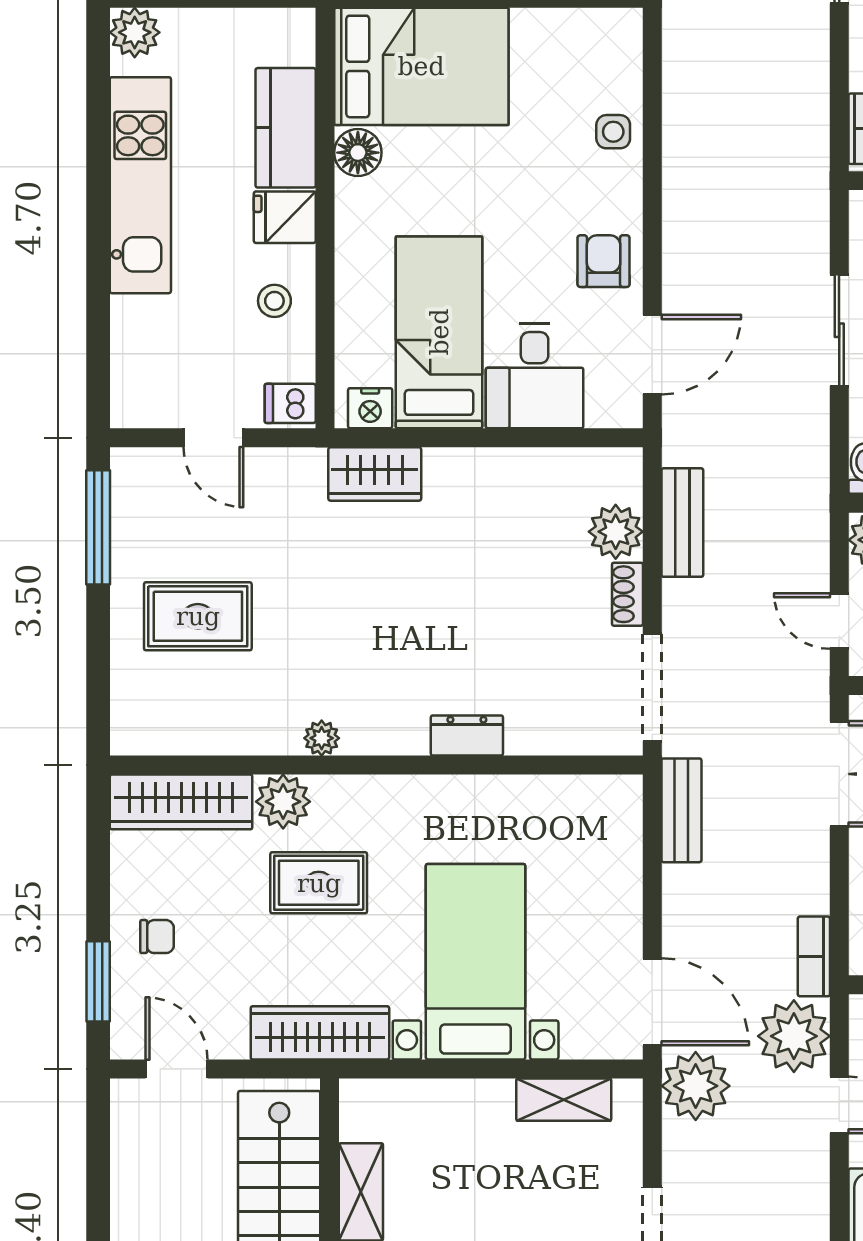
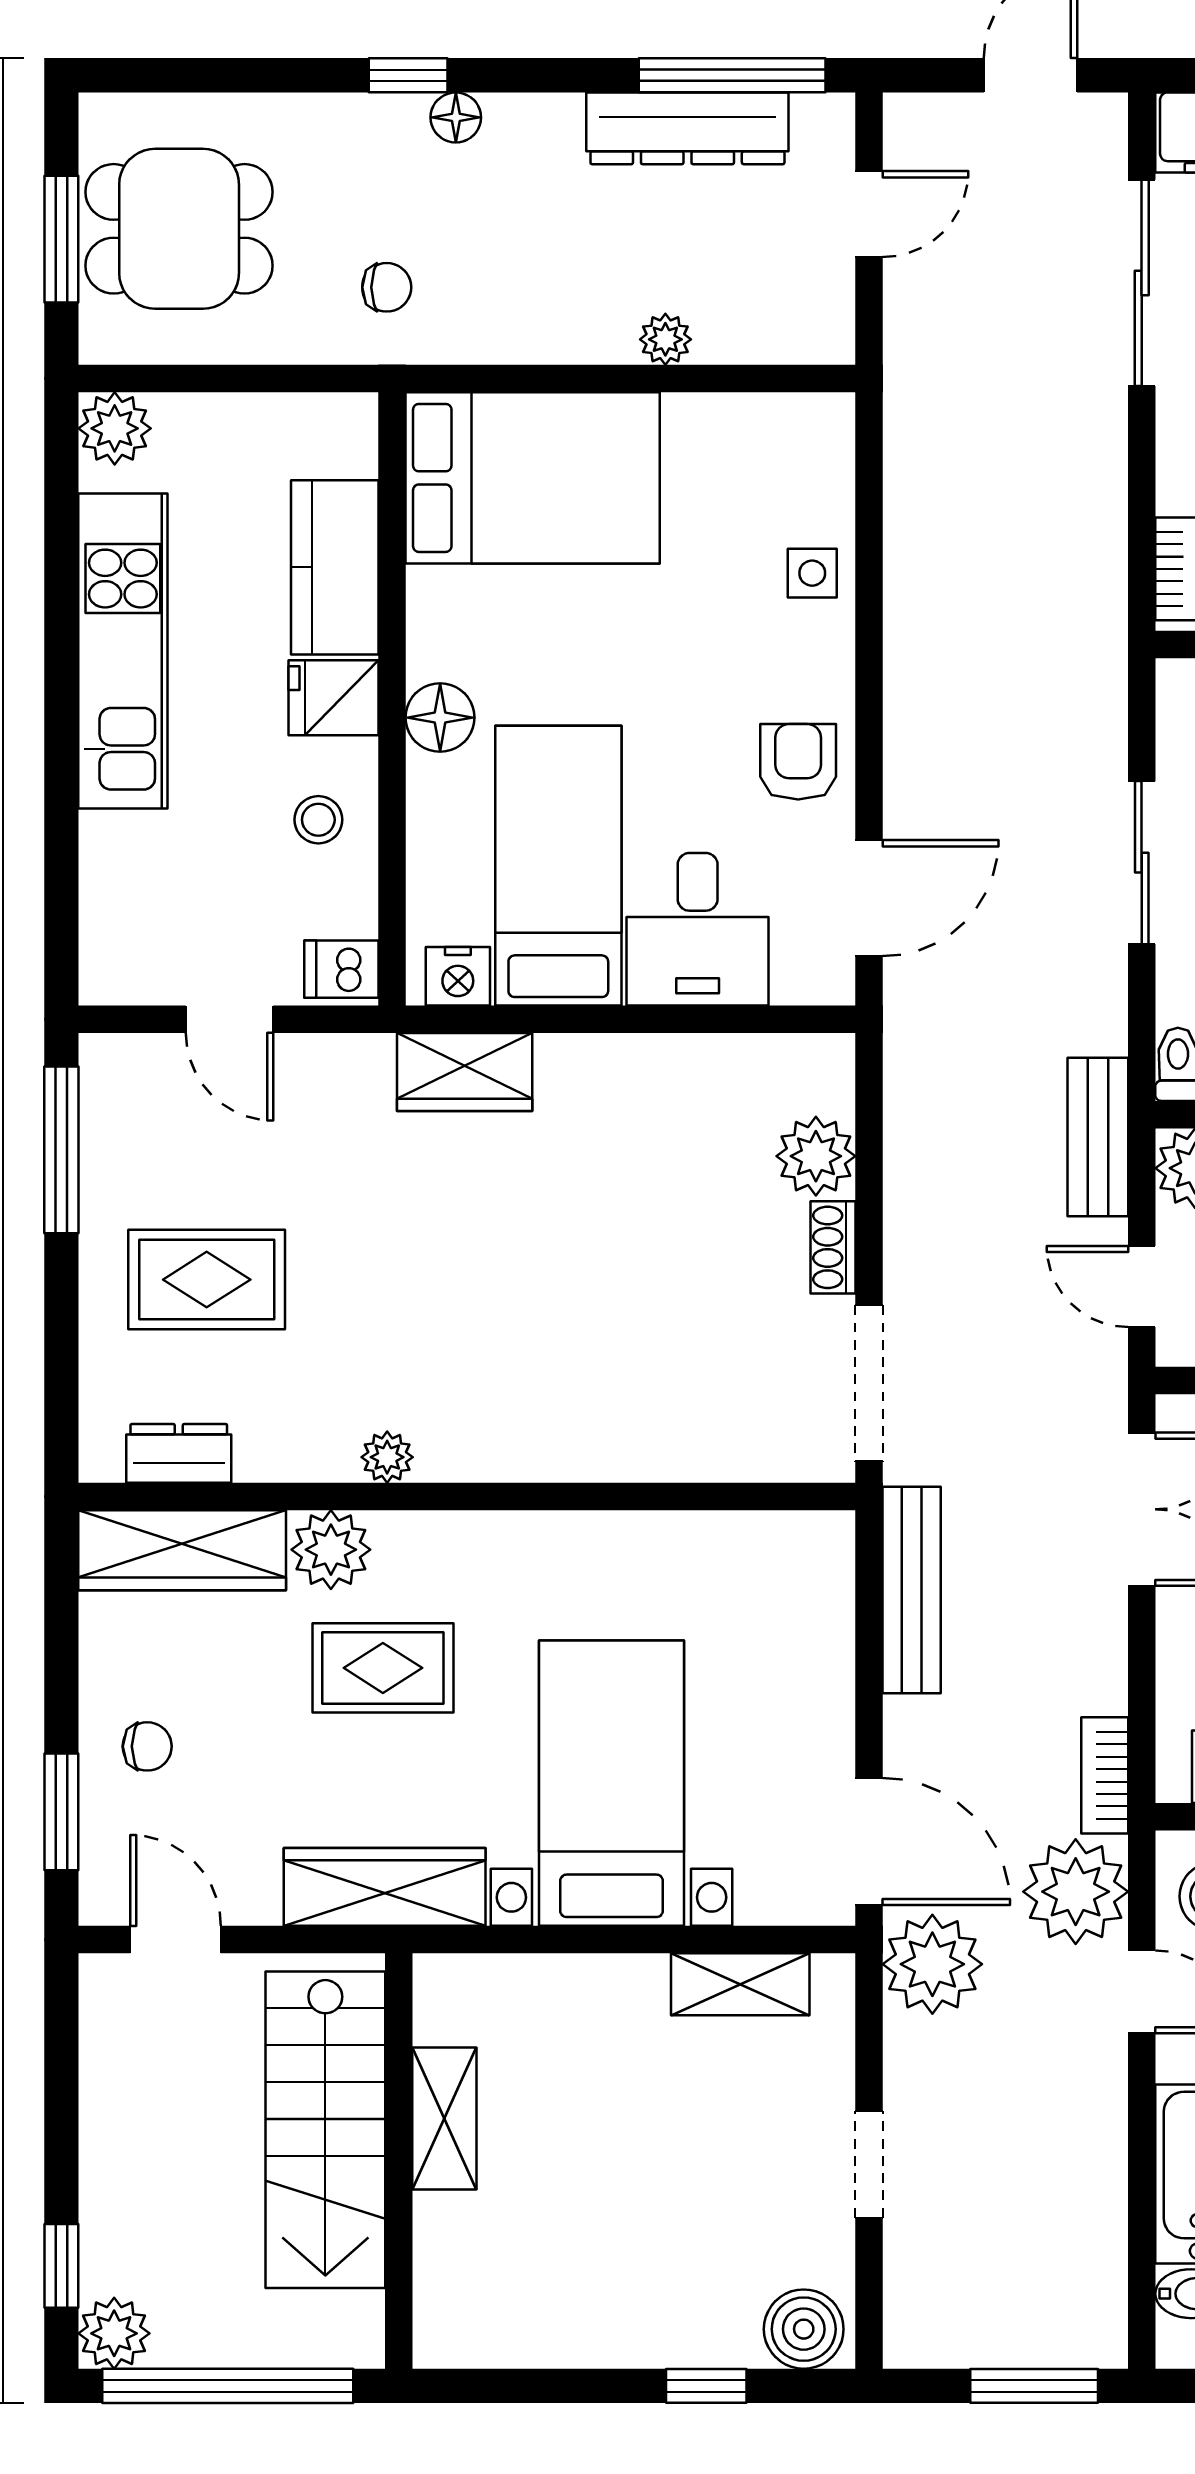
floor lamp: (358, 153) -> (440, 718), moved
bench: (682, 523) -> (1098, 1137), moved
dresser: (467, 735) -> (179, 1453), moved
bench: (681, 810) -> (912, 1590), width x1.36

